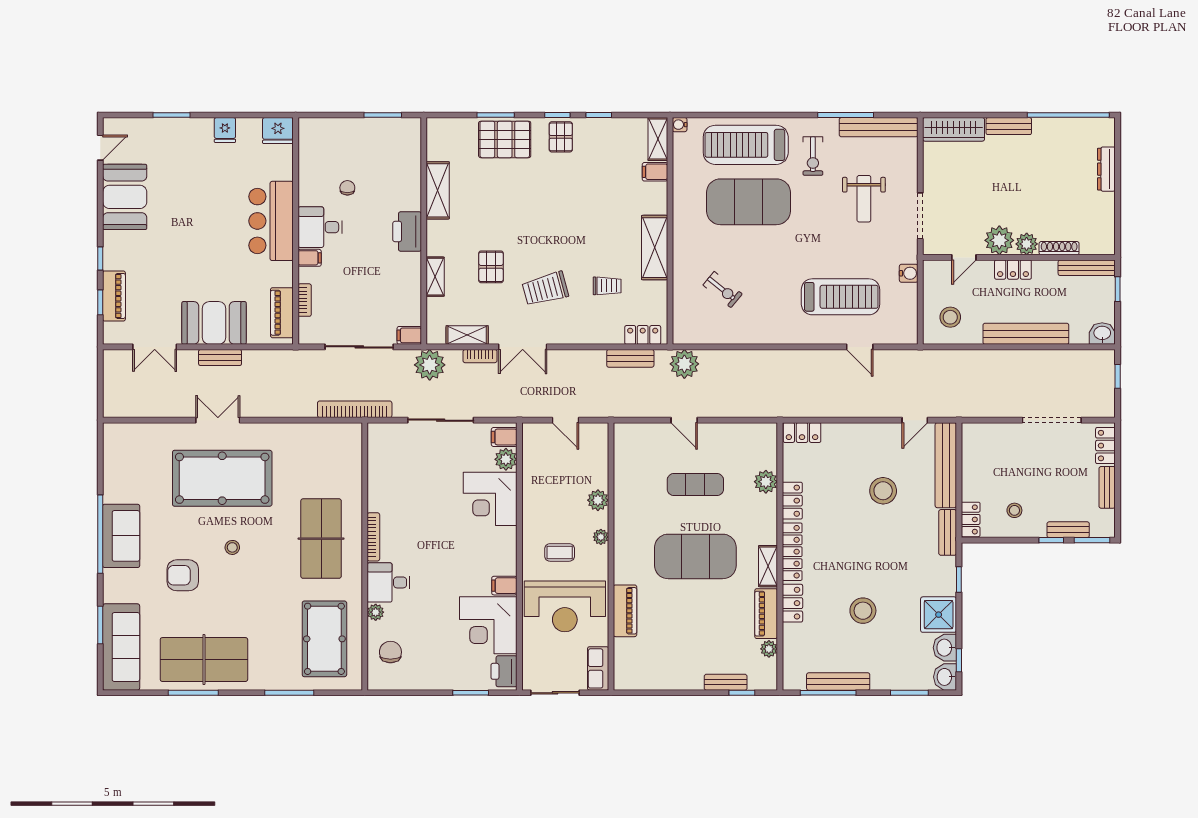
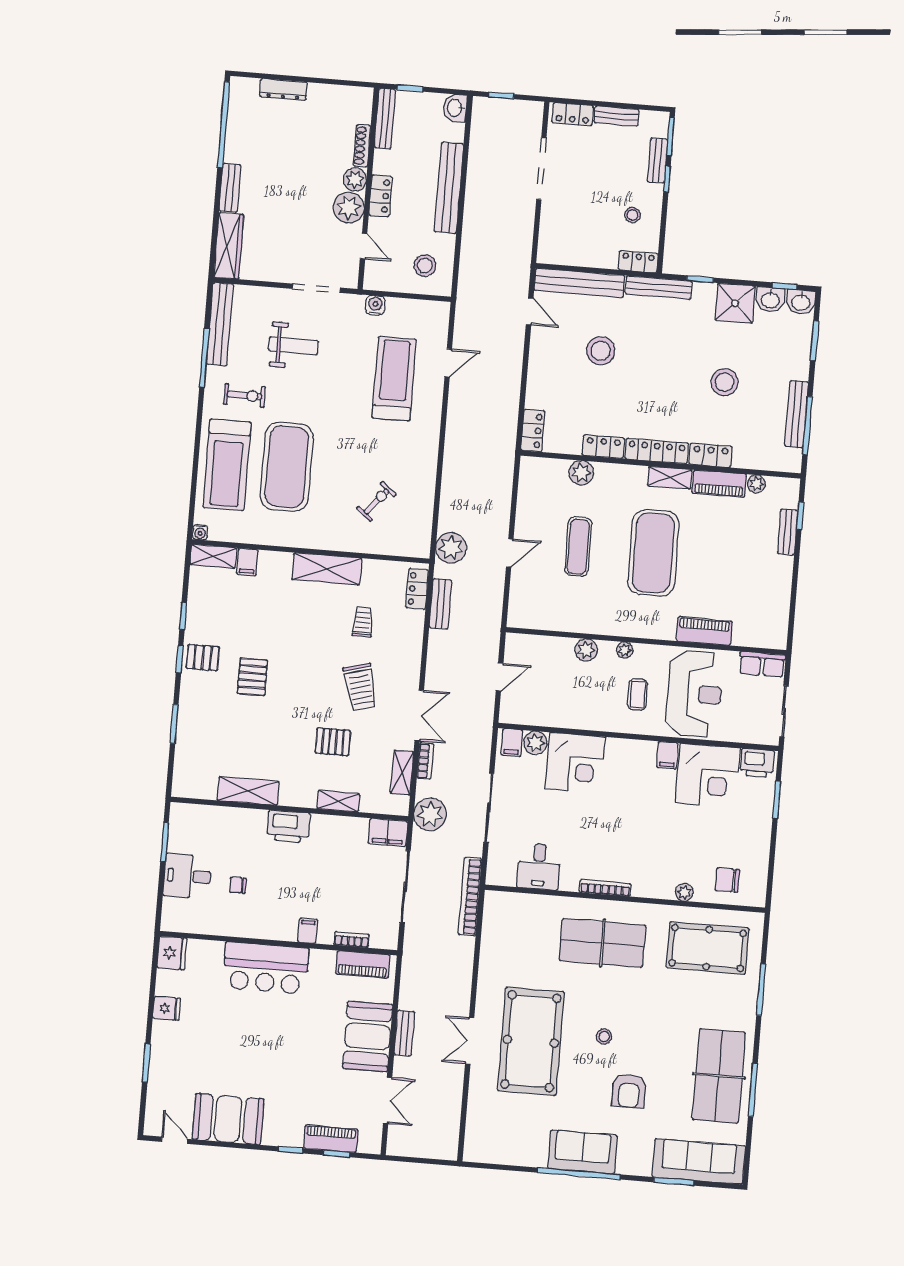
pallet: (505, 139) -> (252, 677), moved, width x0.67, depth x0.71
desk: (320, 227) -> (187, 876), moved, turned 90
filing cabinet: (409, 335) -> (388, 832), width x2.00
bench: (948, 532) -> (659, 288), width x1.36
desk: (389, 582) -> (539, 867), moved

